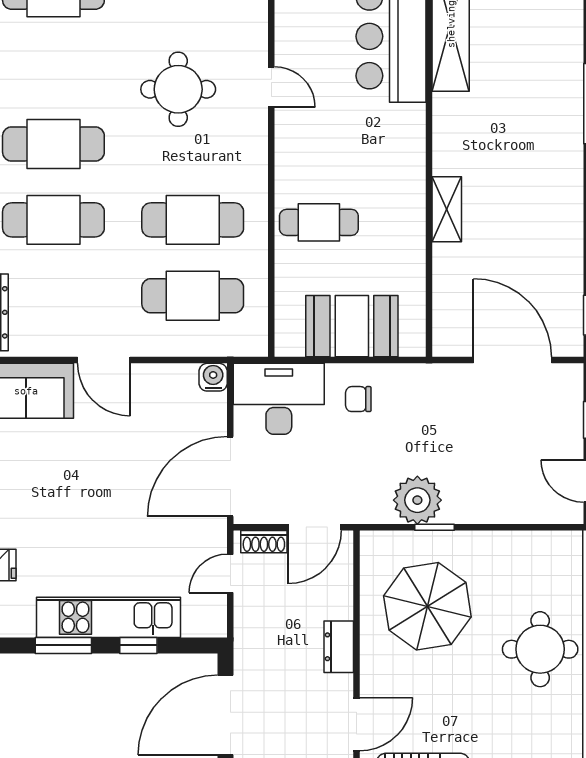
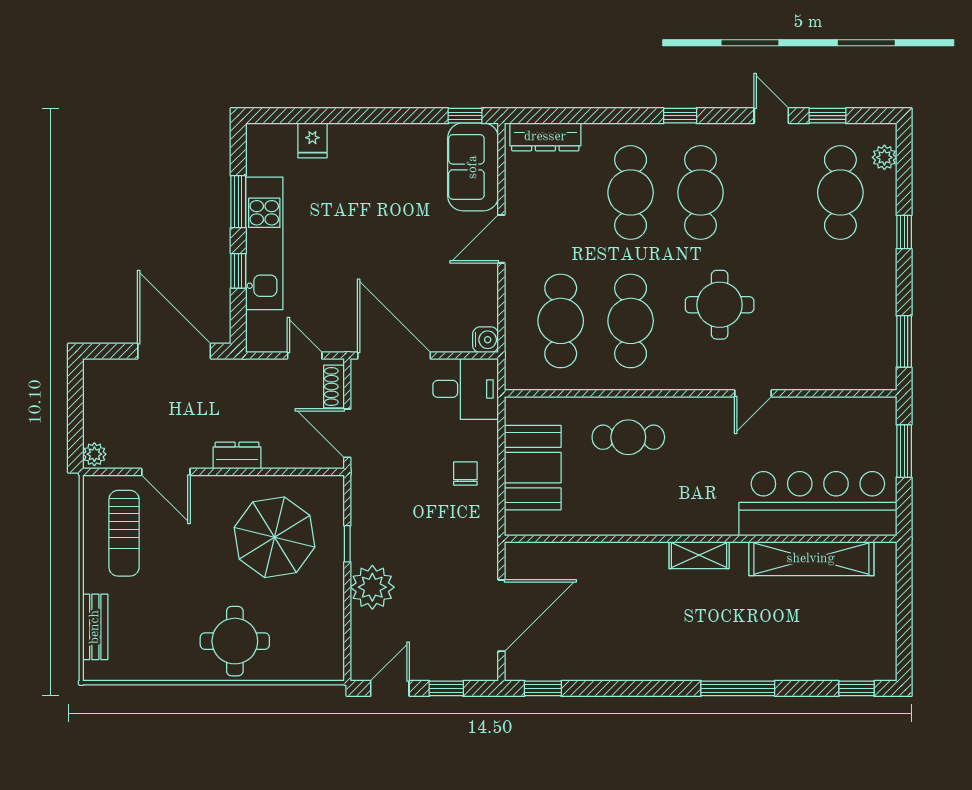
round table: (178, 89) -> (720, 305), moved
shelving: (447, 209) -> (699, 555), moved
cafe table: (319, 222) -> (628, 437), turned 90
desk: (279, 399) -> (466, 389), width x0.73
plant: (417, 500) -> (372, 587), moved

